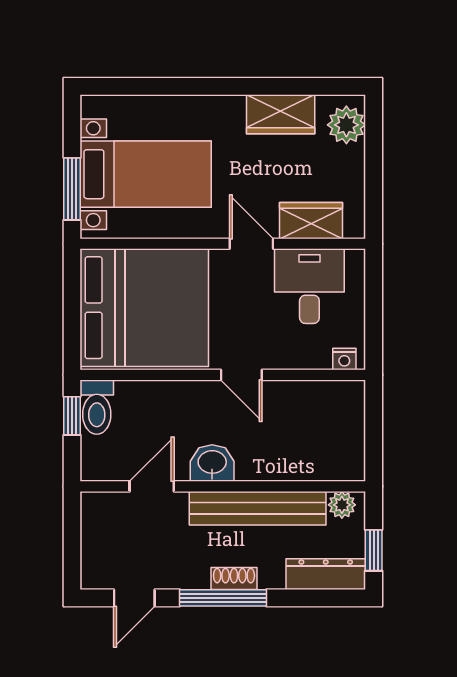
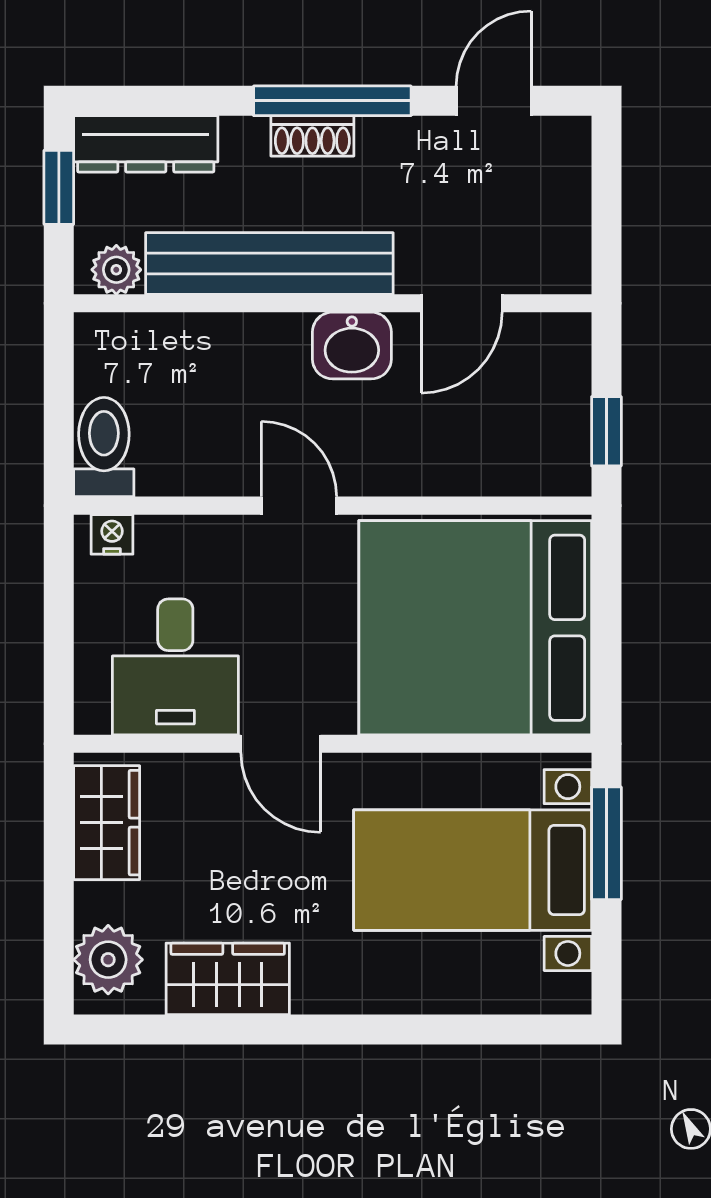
wardrobe: (311, 221) -> (107, 823), moved, turned -90
toilet: (97, 407) -> (104, 447), moved

